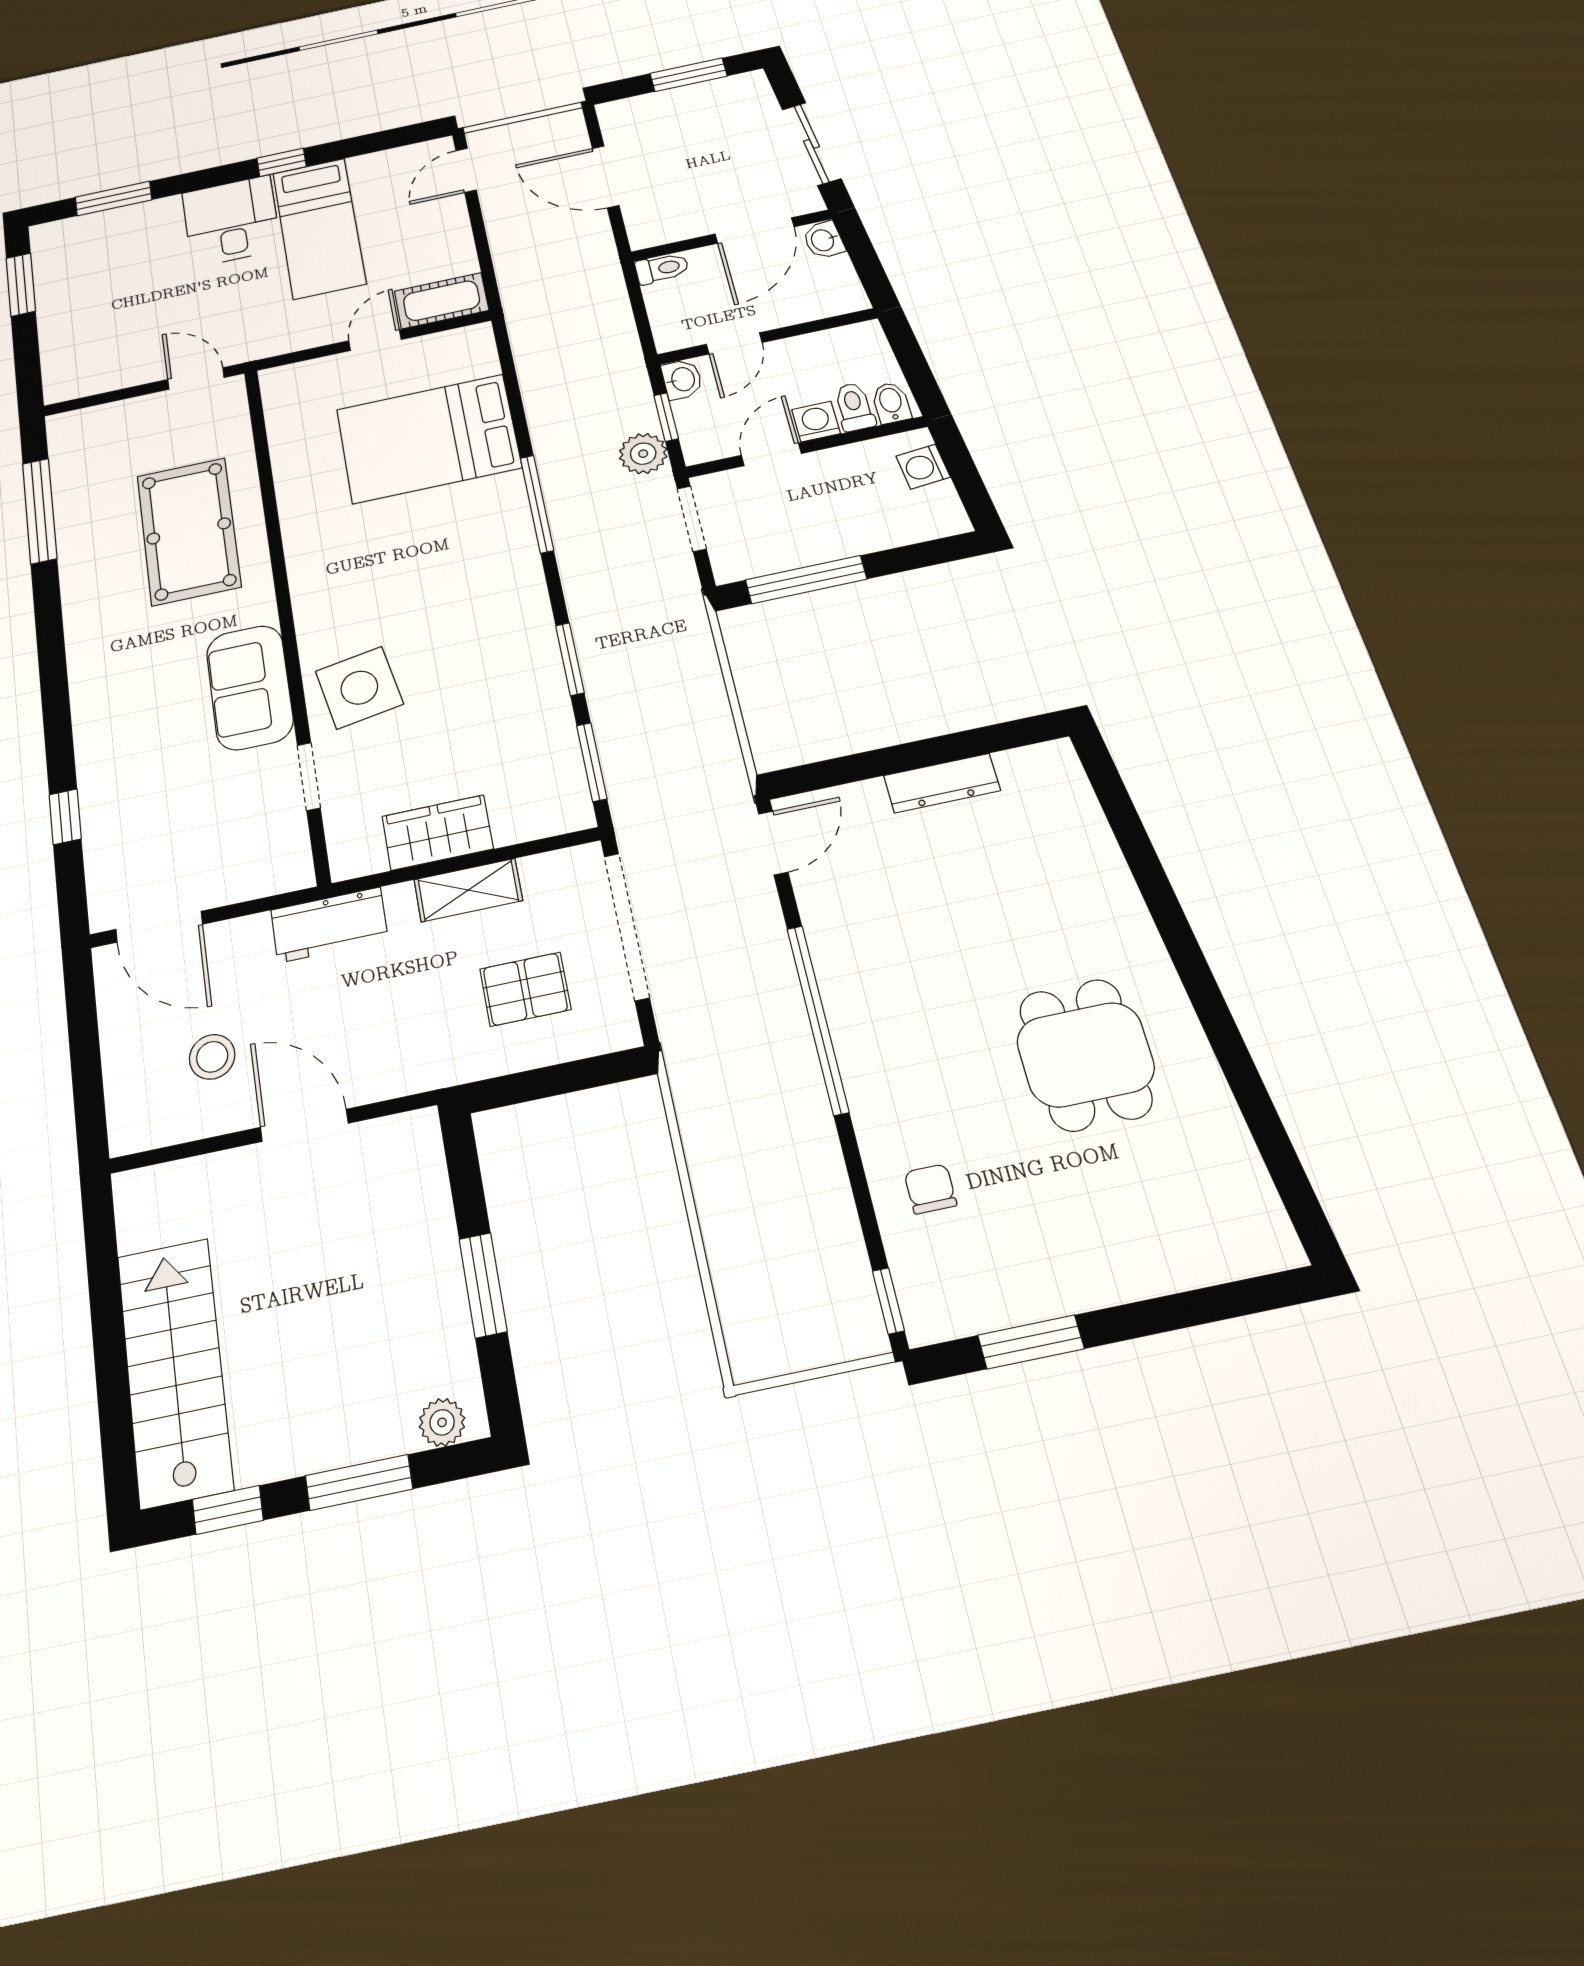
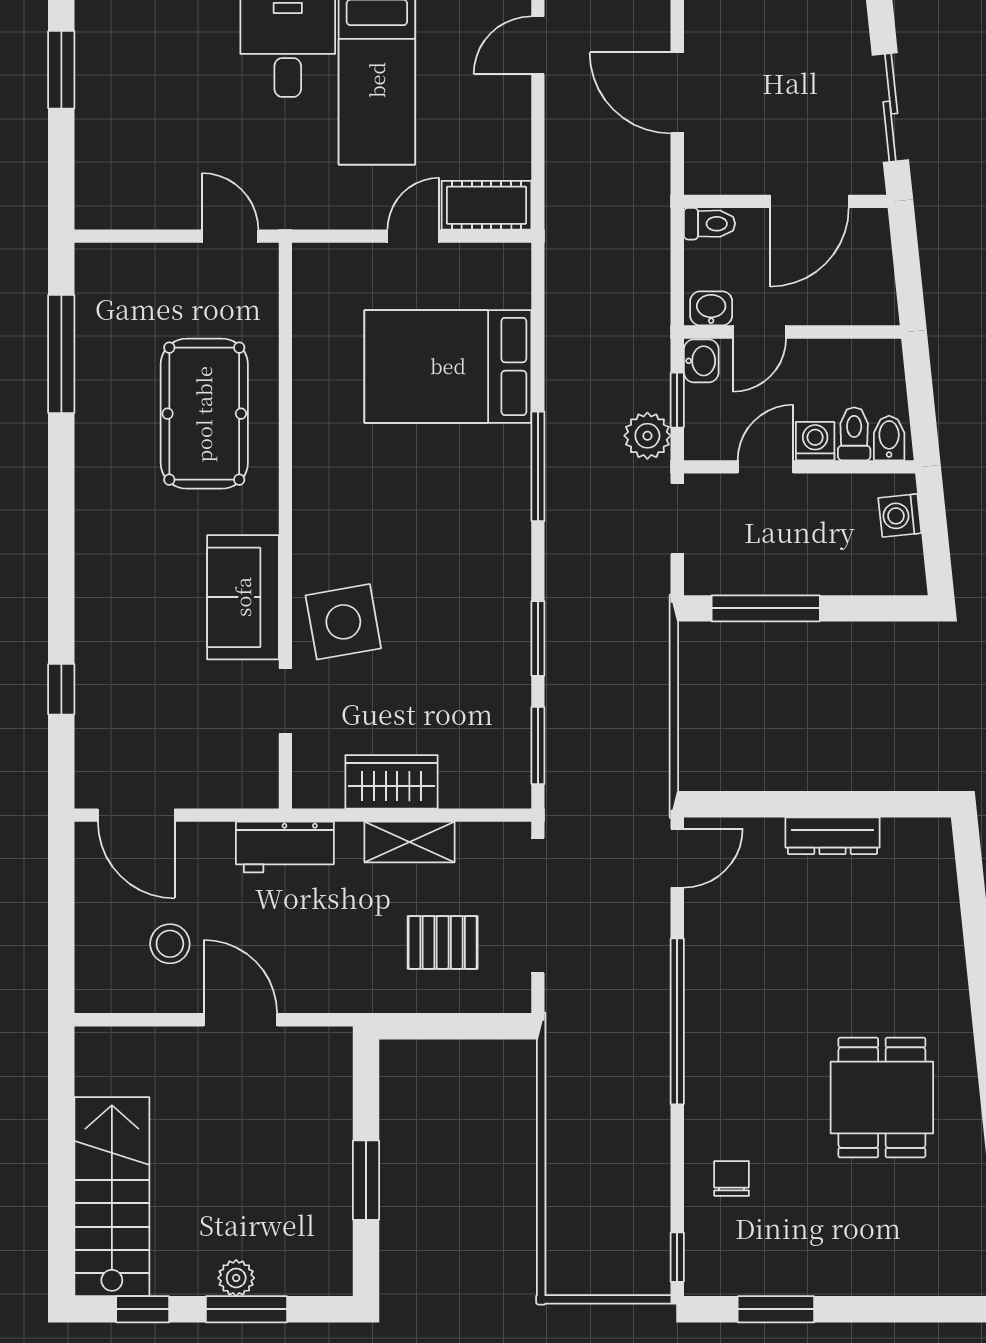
washbasin: (823, 240) -> (711, 308), moved, turned 96
plant: (442, 1422) -> (236, 1278), moved

